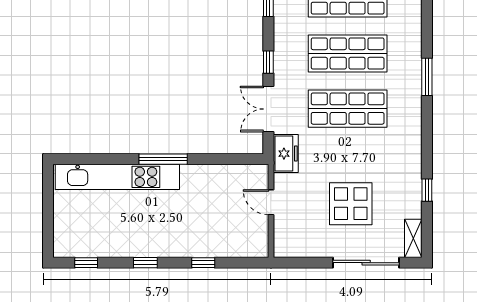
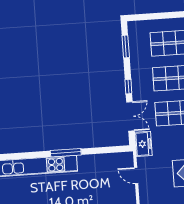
double door: (268, 109) -> (130, 116), swing flipped

